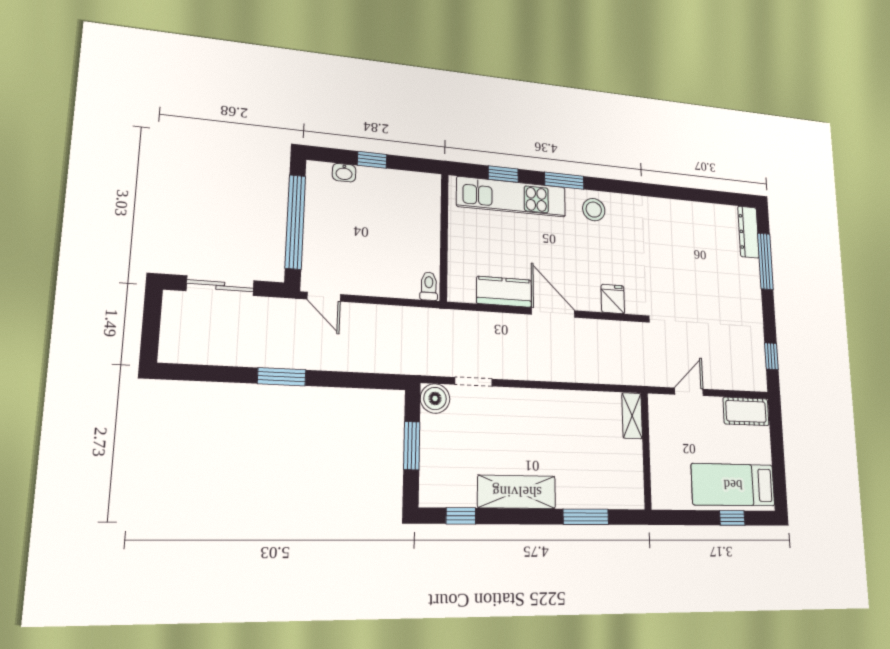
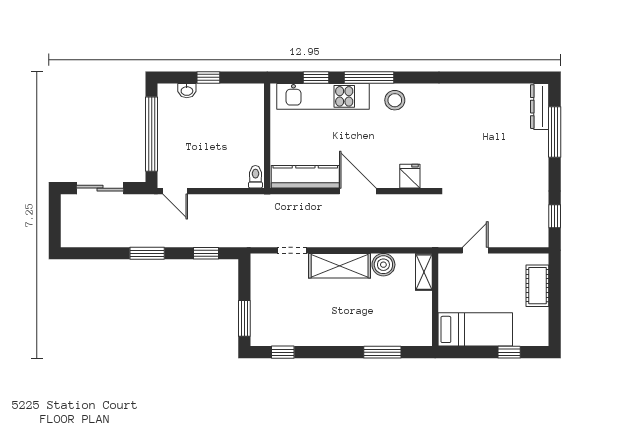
window: (564, 181) -> (369, 77), width x1.44
kitchen counter: (504, 292) -> (305, 177), width x1.50
window: (362, 380) -> (206, 253), added
boiler: (435, 398) -> (383, 265), moved
cot: (746, 411) -> (537, 286), moved, turned 90
window: (412, 446) -> (244, 318), moved
bed: (733, 485) -> (475, 329), moved, turned 180
shelving: (517, 492) -> (340, 266), moved

